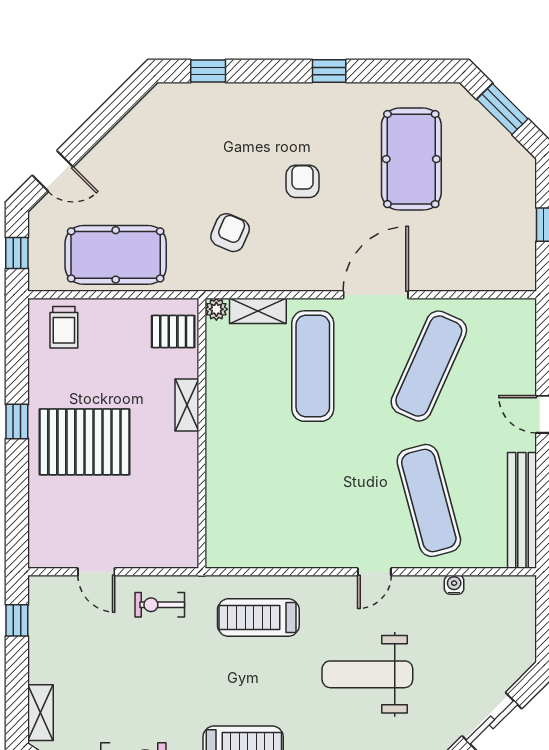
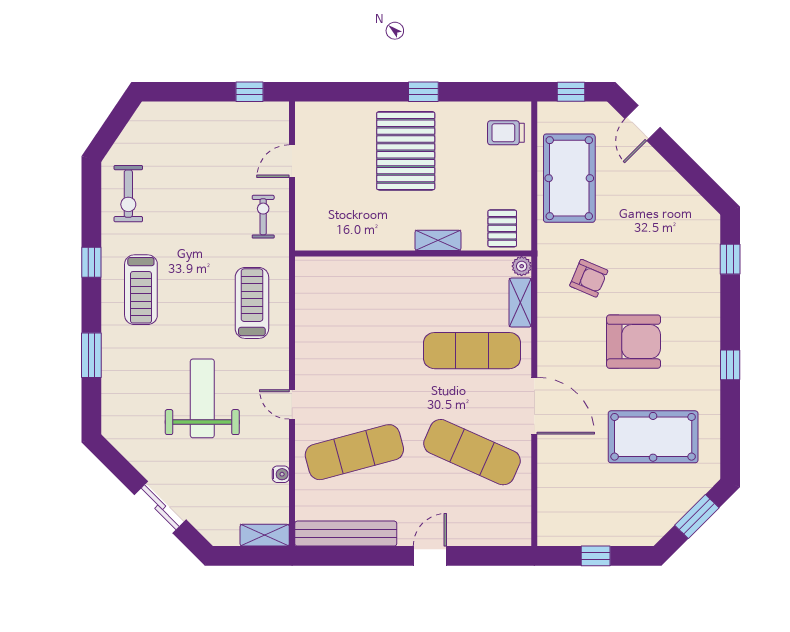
armchair: (302, 181) -> (634, 342), width x1.88, depth x1.88
shelving: (41, 713) -> (265, 535), moved

